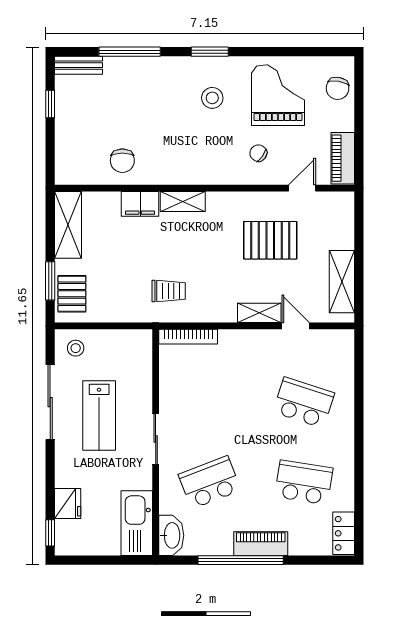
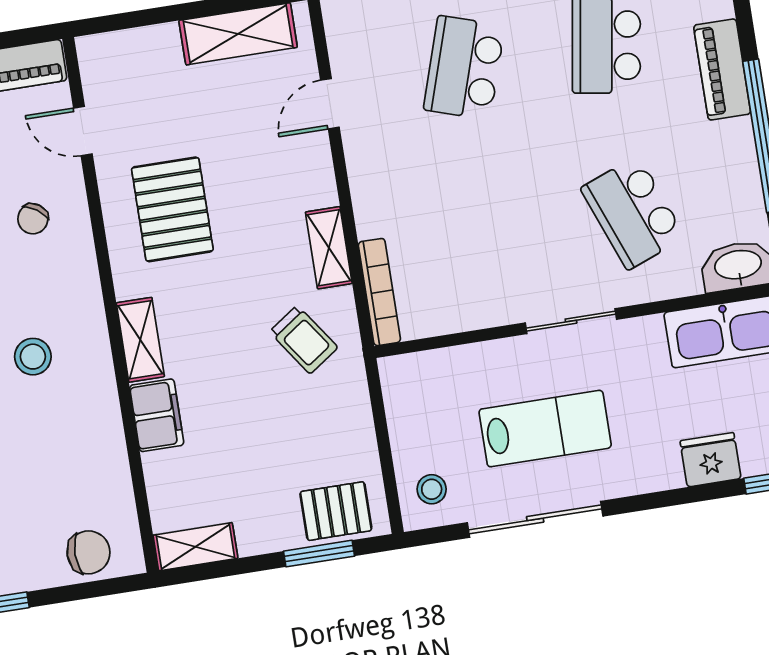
stool: (183, 141) -> (33, 357), added
chair: (122, 161) -> (88, 552), moved
shelving: (68, 225) -> (195, 547), width x0.67, depth x0.75
pallet: (270, 240) -> (172, 209), moved
trolley: (169, 291) -> (304, 340), turned 145
shelving: (259, 313) -> (329, 248), moved
piano: (261, 544) -> (722, 69), moved

